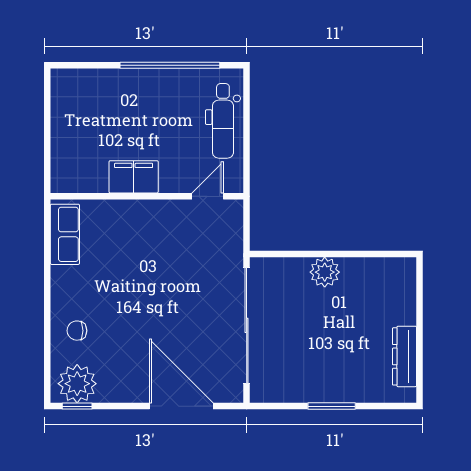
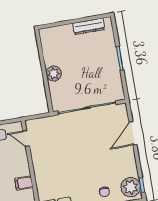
filing cabinet: (134, 177) -> (24, 183), width x0.50
door: (181, 406) -> (133, 133), width x0.73

